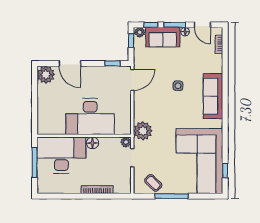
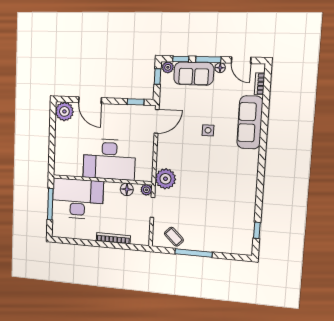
sofa: (213, 96) -> (250, 122), moved
floor lamp: (93, 143) -> (127, 189), moved
corner sofa: (199, 161) -> (228, 217), removed

